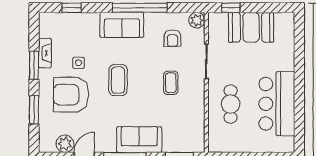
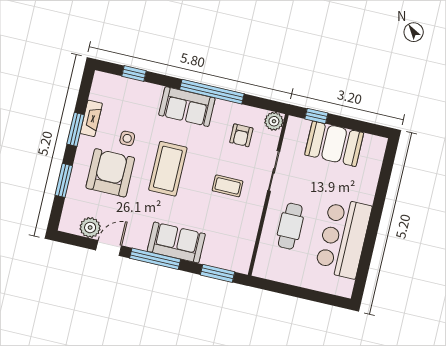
coffee table: (118, 80) -> (168, 169), width x1.36, depth x1.32
coffee table: (171, 83) -> (228, 186), turned 90
armchair: (71, 95) -> (110, 173), turned 90

